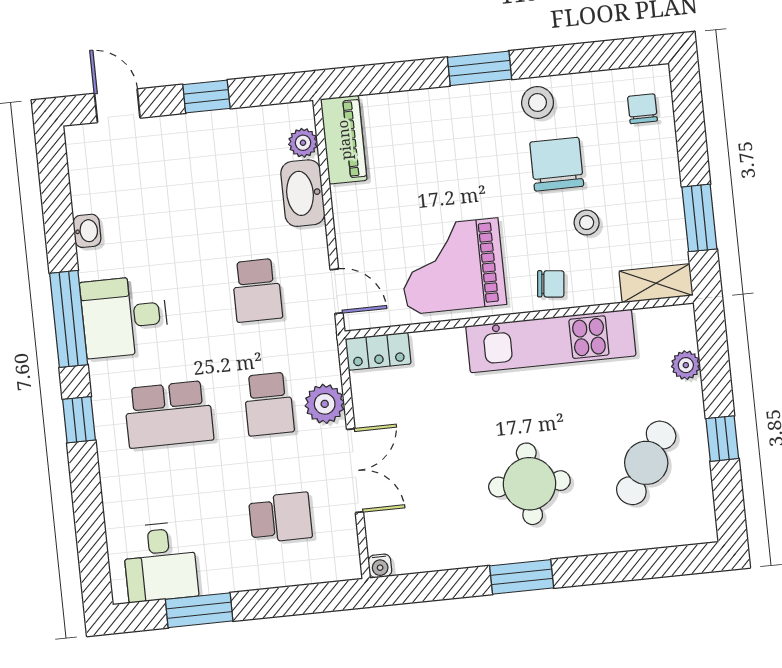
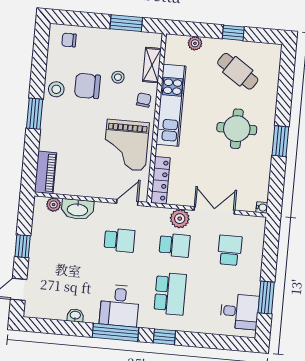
piano: (344, 140) -> (46, 172), moved, turned 90
shelving: (656, 283) -> (152, 65), moved
locker: (378, 351) -> (160, 180), width x1.53

